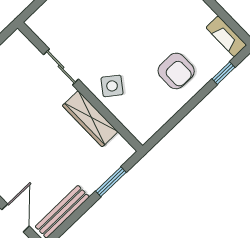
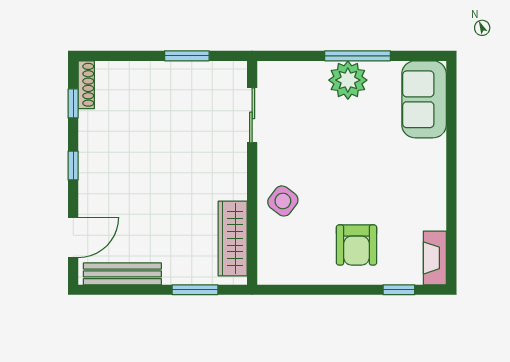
sliding door: (61, 67) -> (252, 115), moved
wardrobe: (90, 119) -> (233, 238), moved

